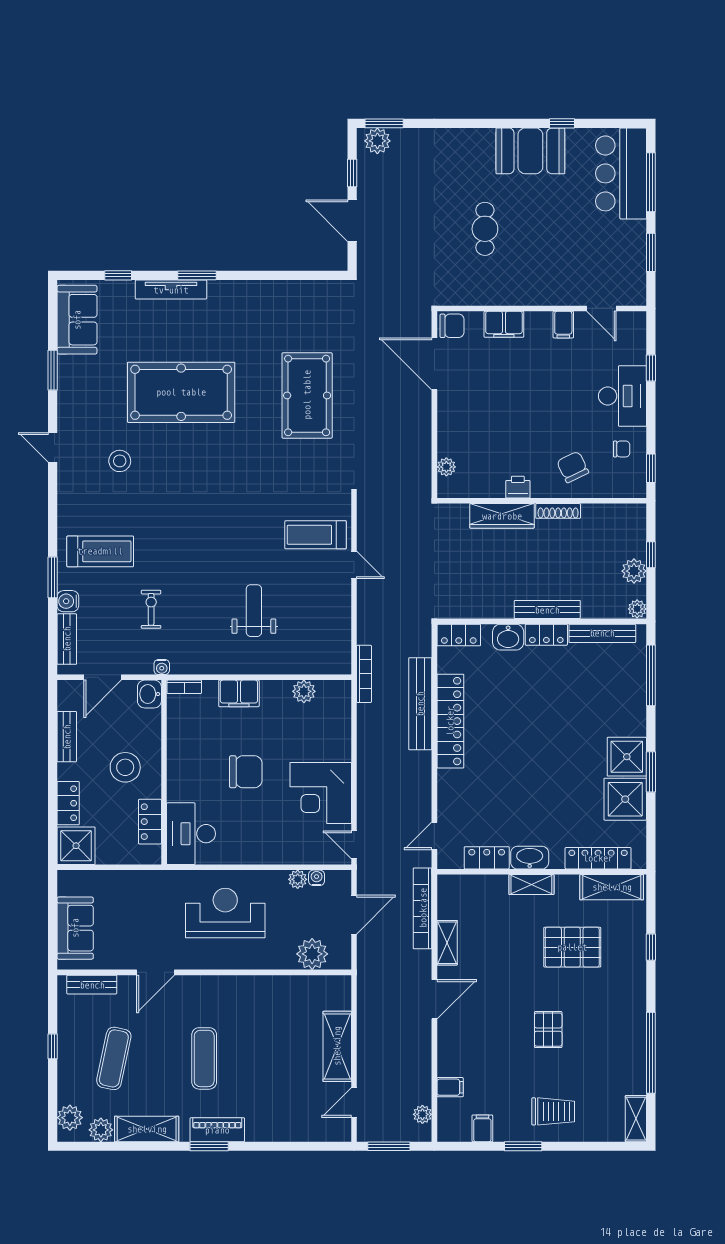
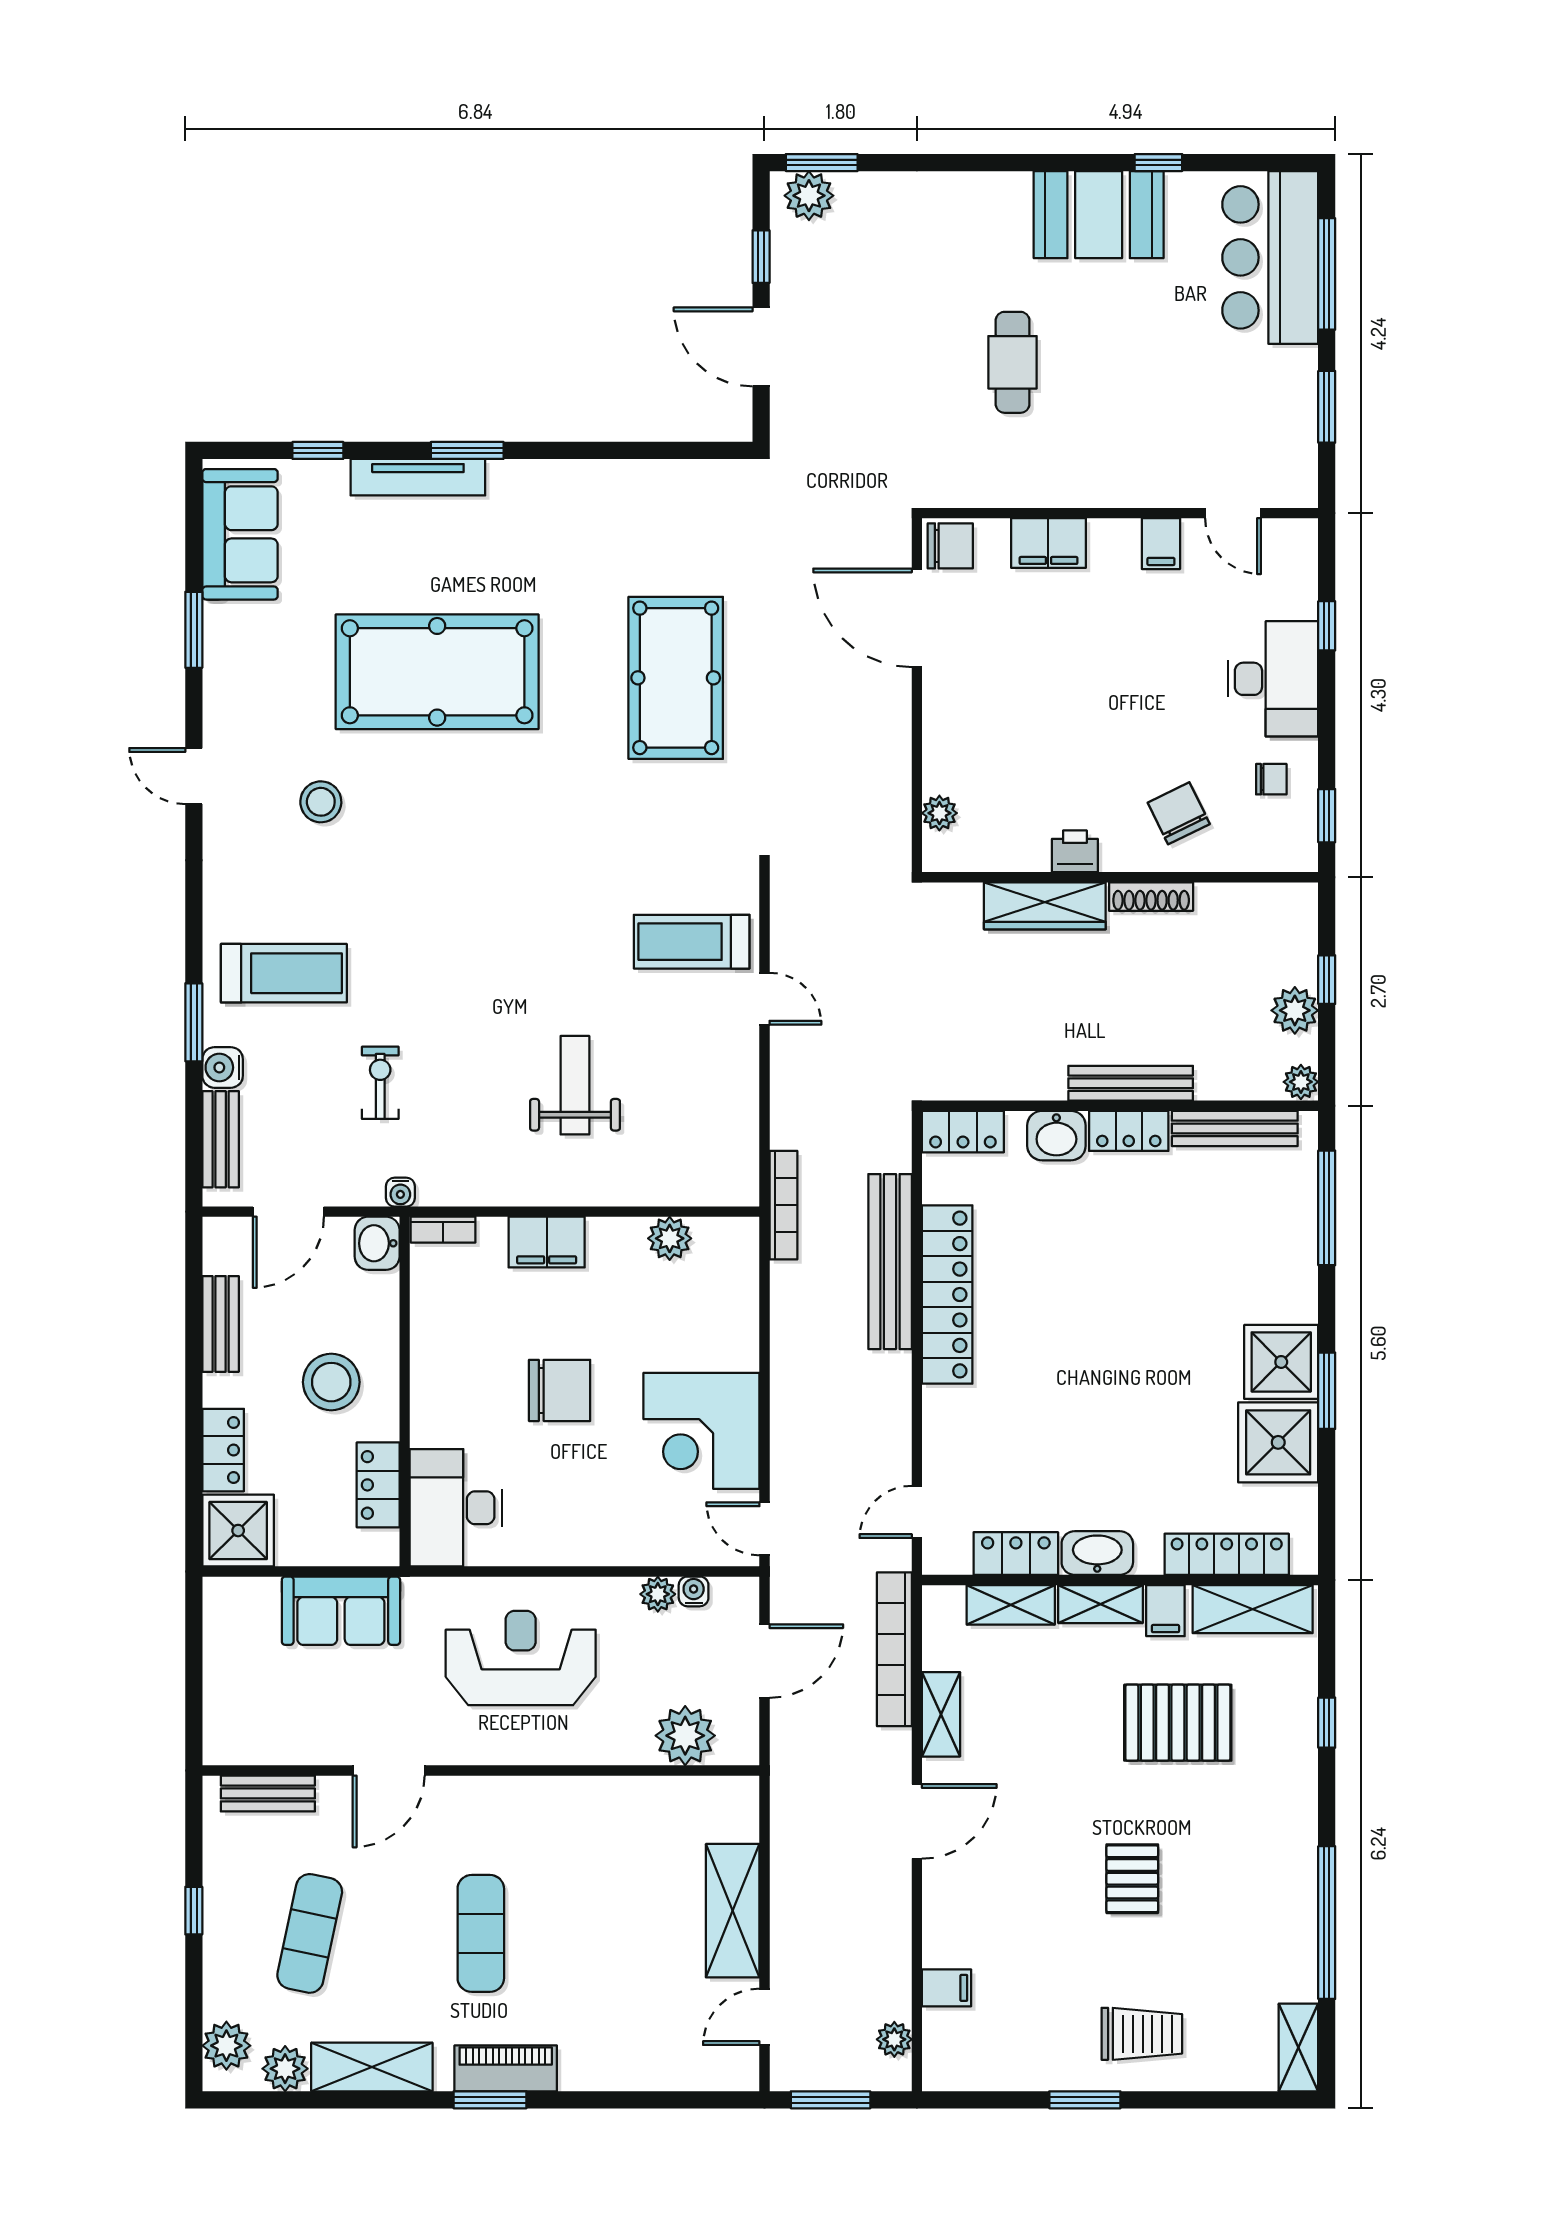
shelving: (484, 885) -> (1011, 1605), added
sofa: (75, 928) -> (341, 1611), moved, turned 90
filing cabinet: (482, 1128) -> (1165, 1611), moved, turned 180

